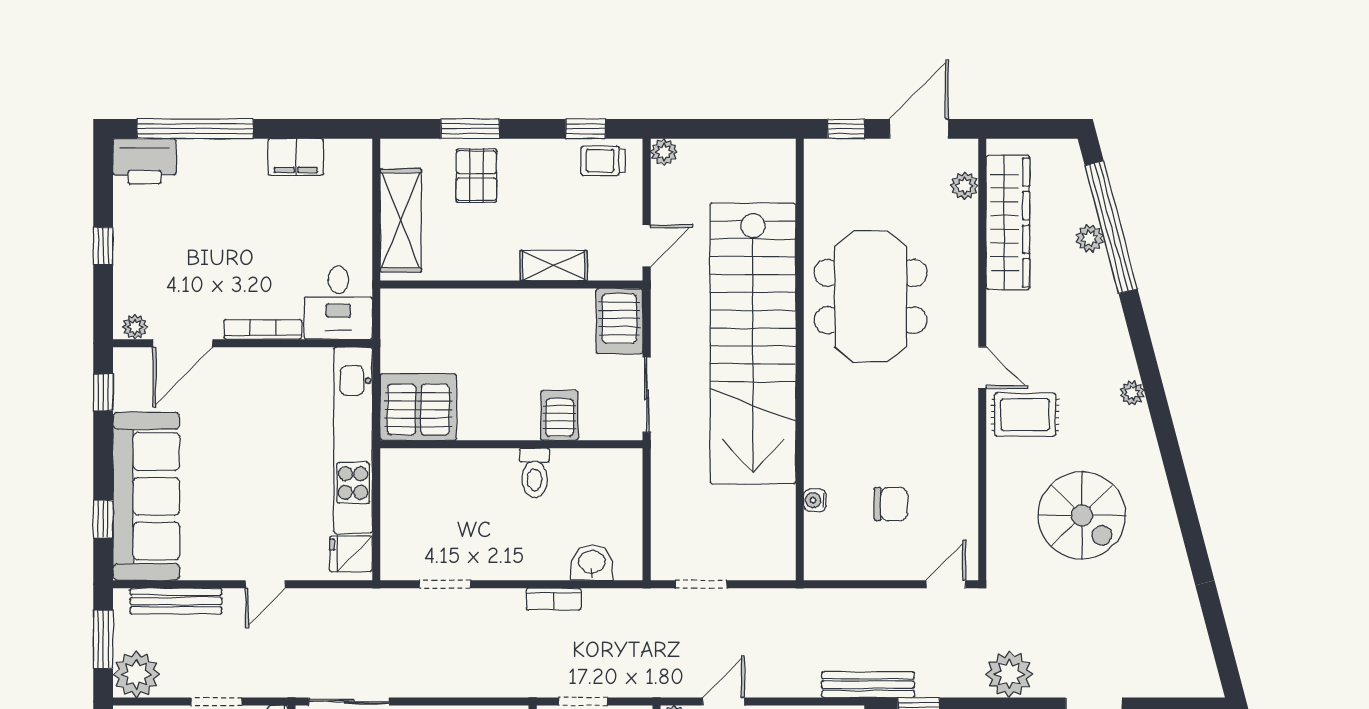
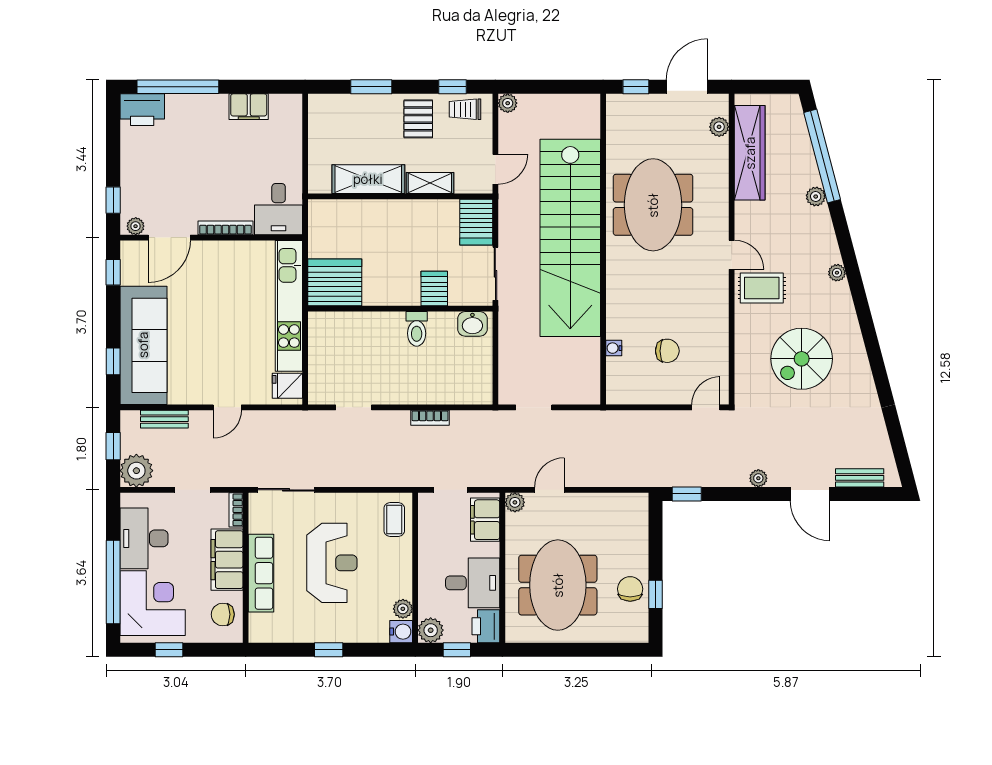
pallet: (476, 176) -> (418, 119), moved
shelving: (401, 220) -> (368, 179), moved, turned 90
plant: (1090, 238) -> (816, 197), moved
window: (103, 246) -> (113, 200), moved
spiral stairs: (1082, 515) -> (802, 359), turned 90
washbasin: (592, 563) -> (472, 324), moved, turned 180
bench: (176, 601) -> (164, 419), width x0.73
window: (103, 639) -> (113, 446), width x0.67
plant: (1009, 674) -> (758, 478), width x0.53, depth x0.53
bench: (868, 685) -> (860, 478), moved, width x0.73

